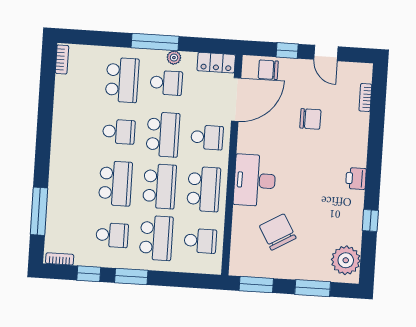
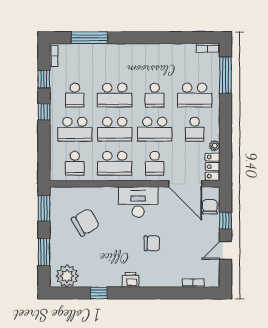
window: (155, 42) -> (225, 75), moved
plant: (174, 58) -> (214, 146), moved
chair: (310, 119) -> (152, 243), moved, turned -90
desk: (255, 180) -> (138, 202), moved
window: (131, 276) -> (44, 112), width x0.67

